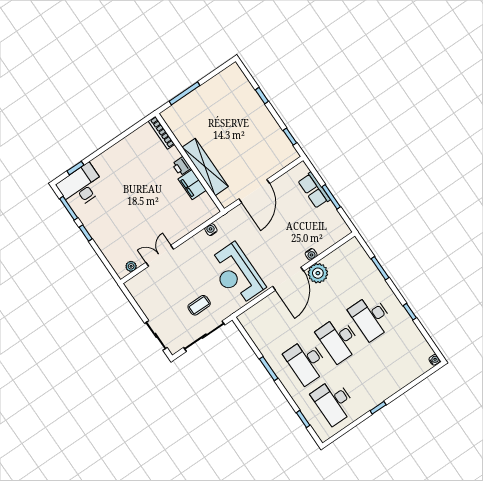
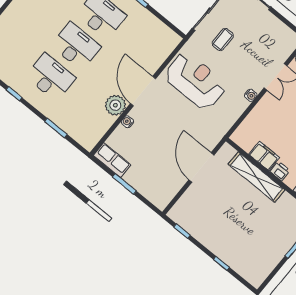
row of seats: (314, 190) -> (112, 160), moved
water cooler: (211, 230) -> (251, 95), moved

